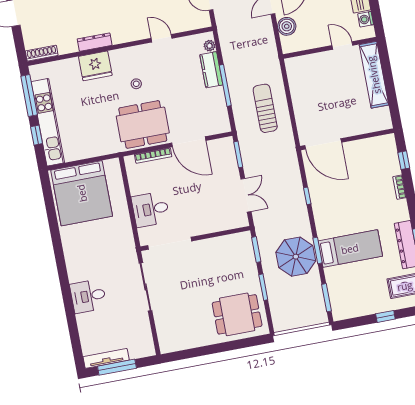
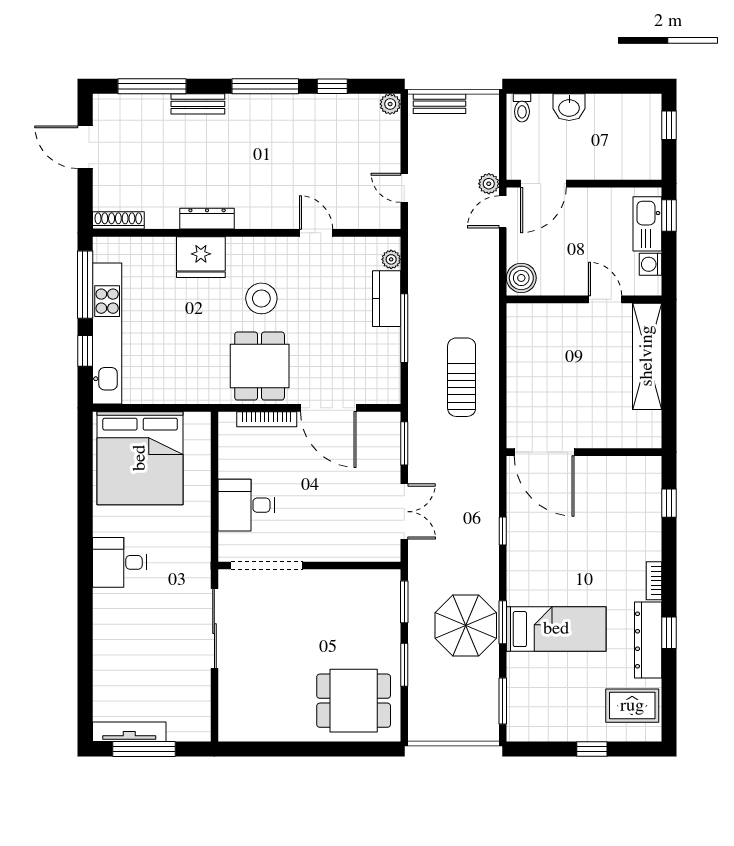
boiler: (287, 26) -> (521, 278), moved
stool: (136, 84) -> (261, 298), width x1.89, depth x1.89
dining table: (143, 124) -> (260, 366), width x0.73
bookcase: (400, 187) -> (654, 581), moved
desk: (88, 296) -> (119, 562), moved

